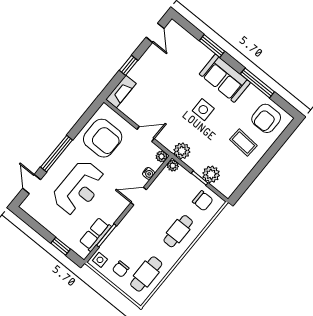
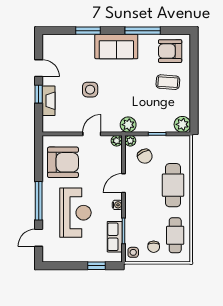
door: (155, 33) -> (39, 68), moved
fireplace: (121, 91) -> (49, 101), moved
side table: (203, 110) -> (90, 90), moved
armchair: (266, 118) -> (170, 51), turned 90
water cooler: (149, 173) -> (117, 205), moved
plant: (211, 174) -> (182, 124), moved
door: (32, 184) -> (39, 238), hinge flipped
chair: (203, 201) -> (145, 156), moved, turned 64
cafe table: (178, 231) -> (173, 185), width x1.37, depth x1.35

